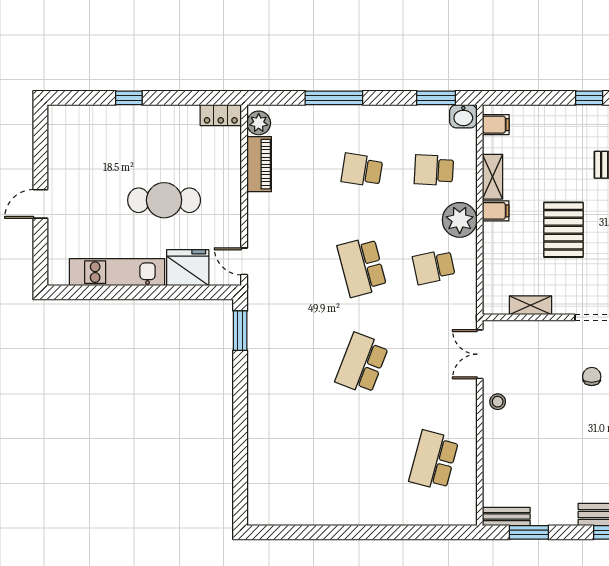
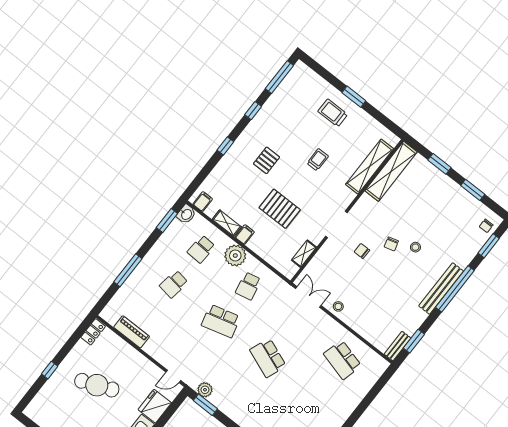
plant: (259, 123) -> (205, 390), moved
cafe table: (164, 200) -> (97, 385), moved, turned 68
double door: (480, 354) -> (308, 297), swing flipped

